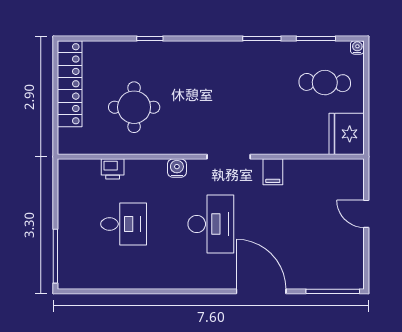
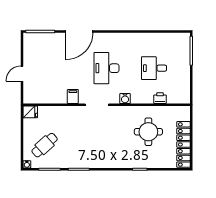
cafe table: (325, 83) -> (45, 145), turned -44
fridge: (347, 134) -> (30, 112), width x0.53, depth x0.75
door: (366, 214) -> (22, 74), swing flipped
door: (261, 291) -> (79, 31), hinge flipped

